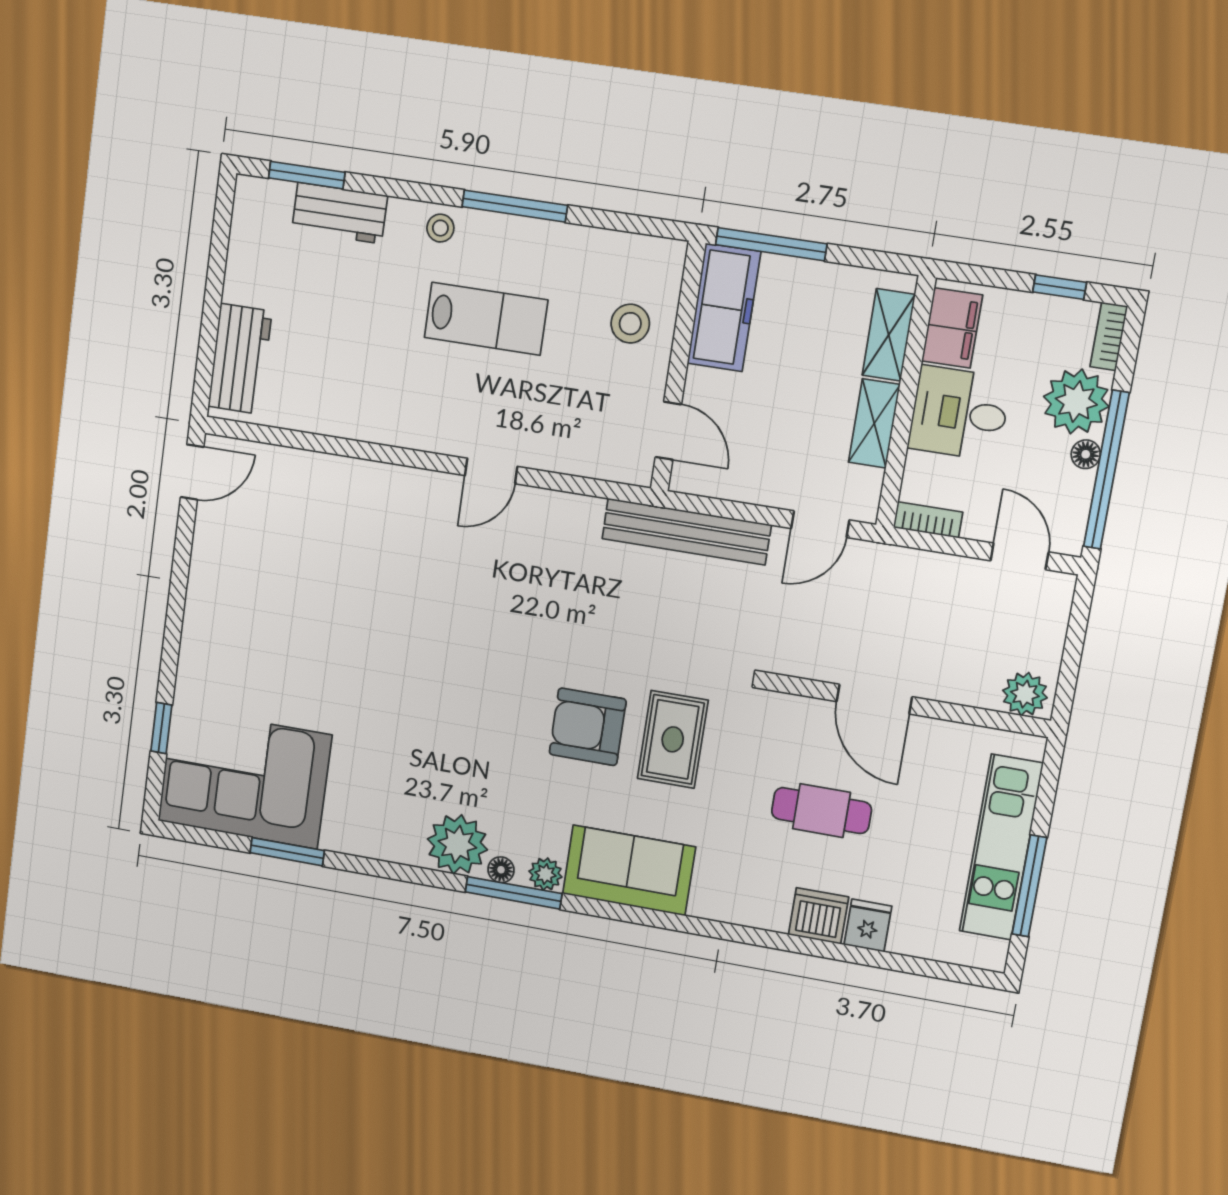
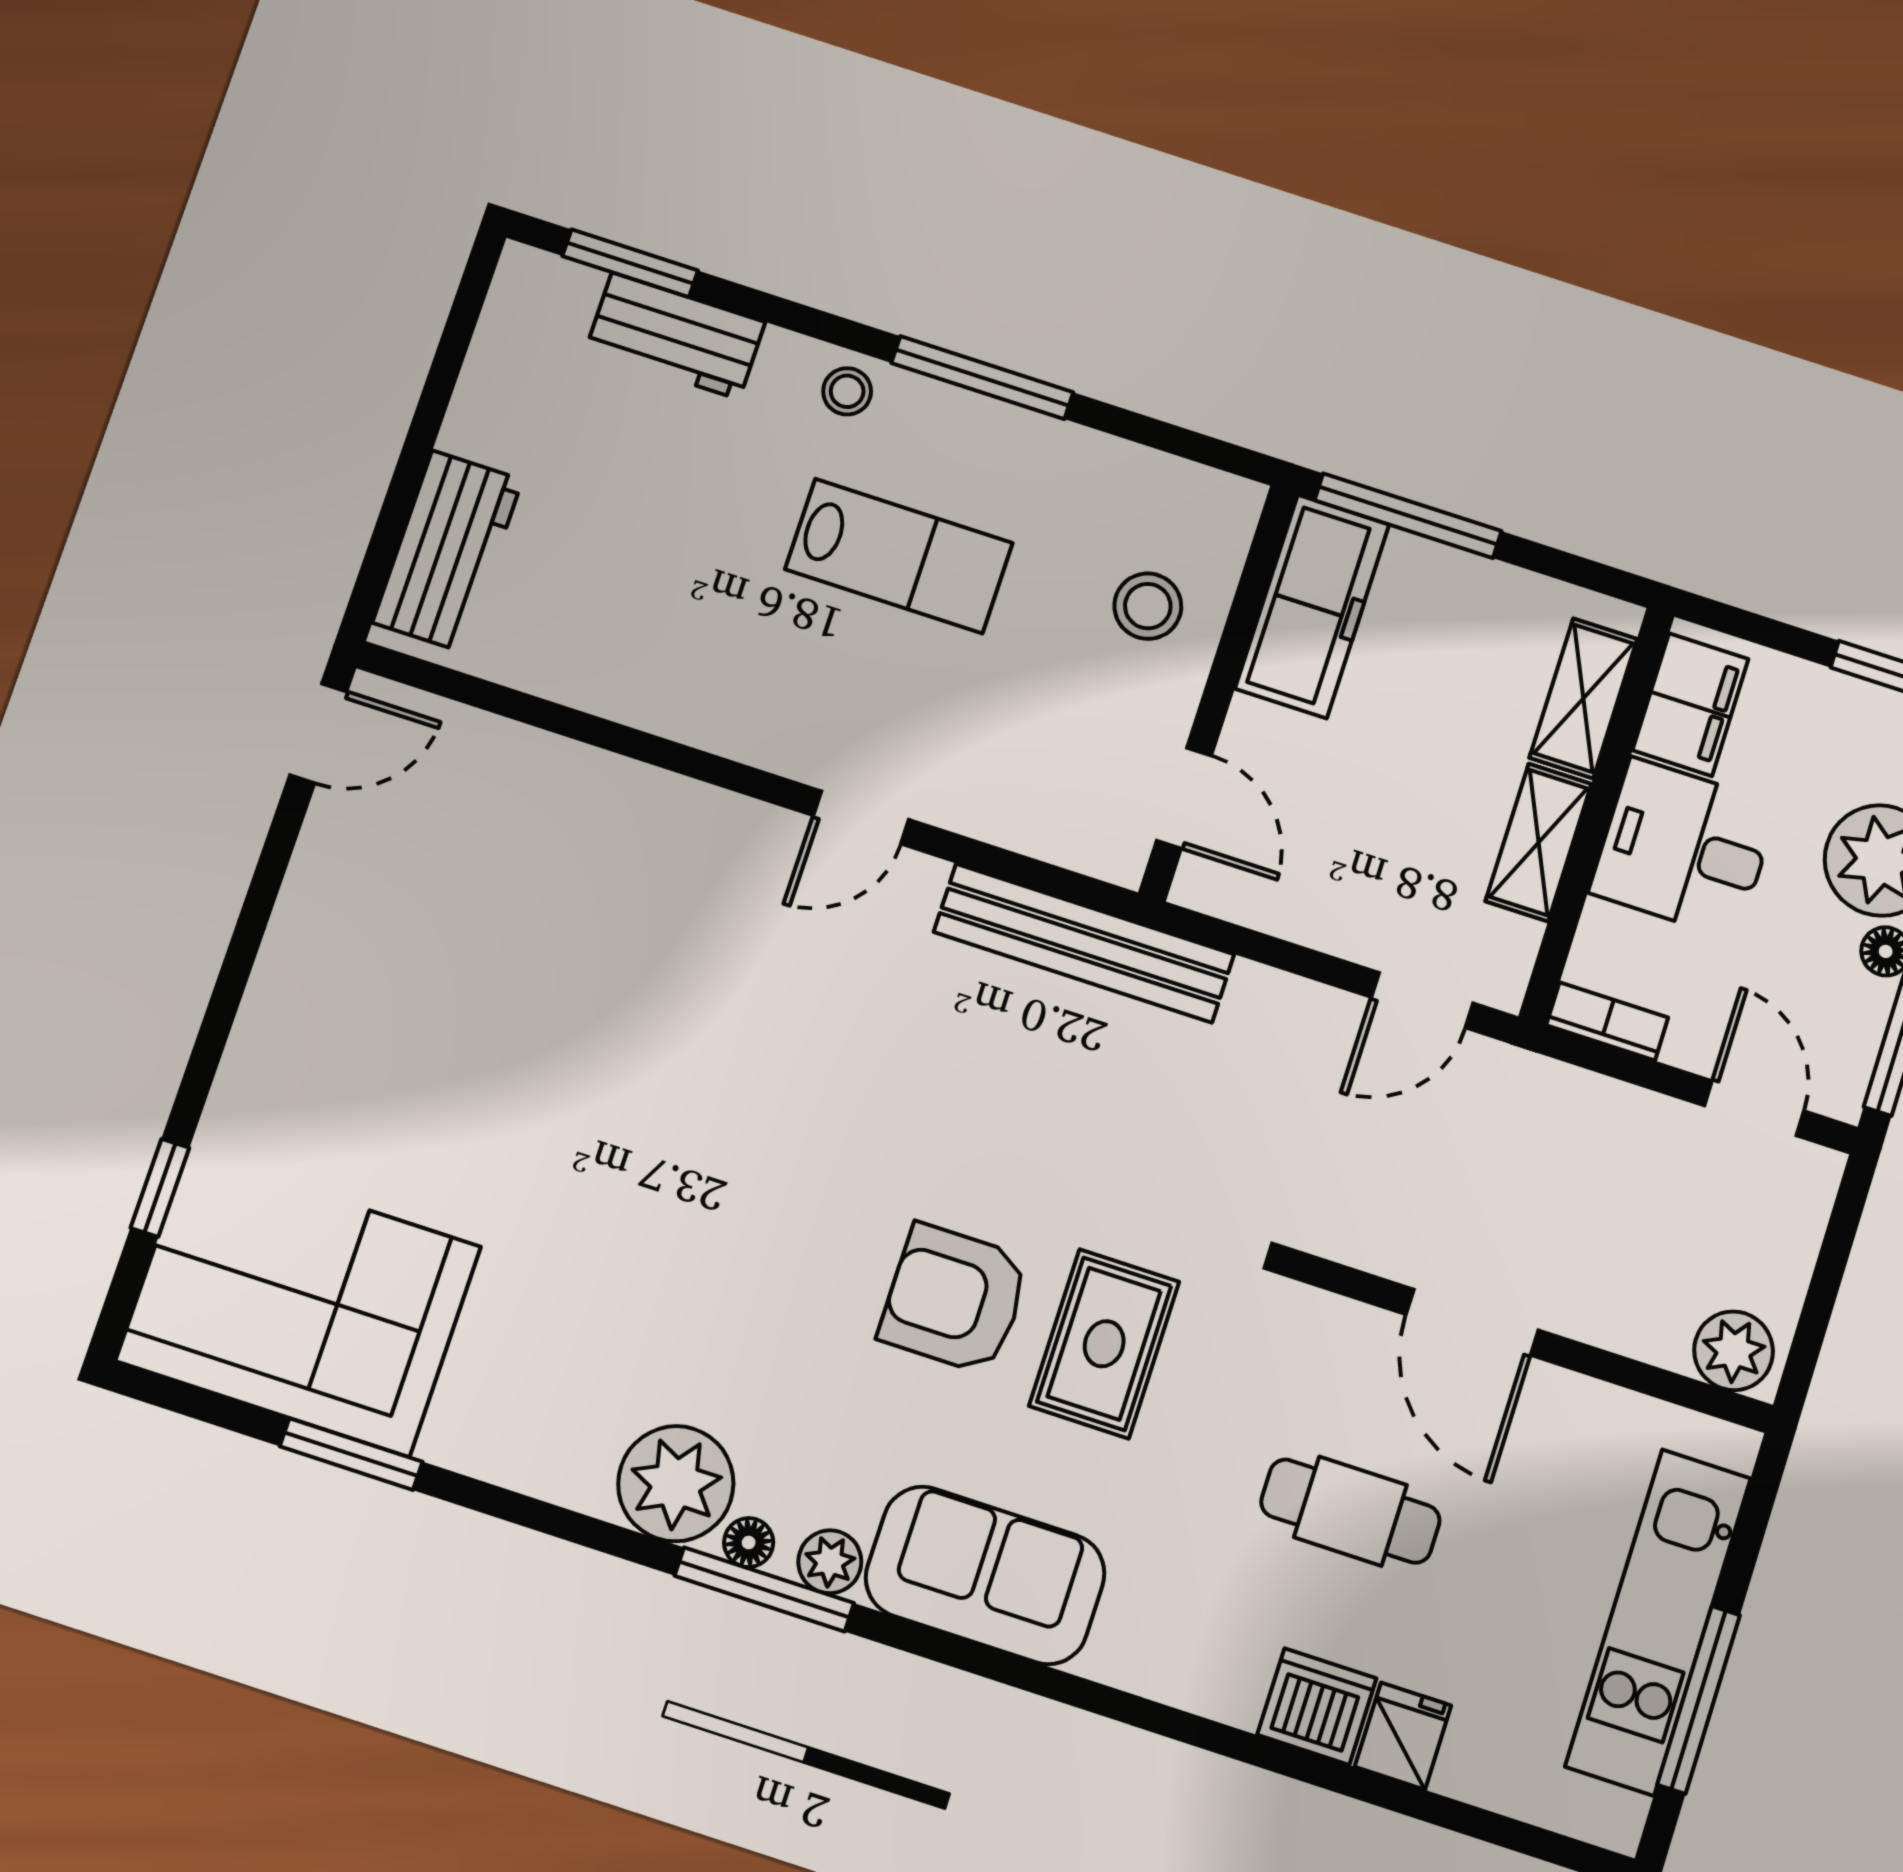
bench: (686, 532) -> (1084, 943), moved

